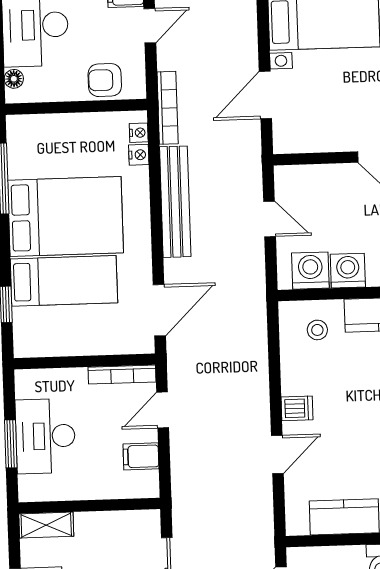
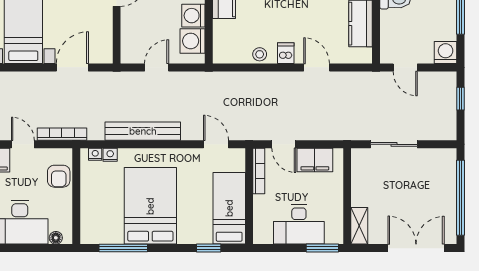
door: (265, 95) -> (72, 67), swing flipped
bookcase: (168, 108) -> (62, 134), moved
bed: (64, 281) -> (229, 208), moved
door: (159, 310) -> (216, 144), width x0.73
stool: (317, 330) -> (260, 54), moved
window: (11, 444) -> (322, 248), moved
filing cabinet: (141, 456) -> (315, 160), width x2.00

